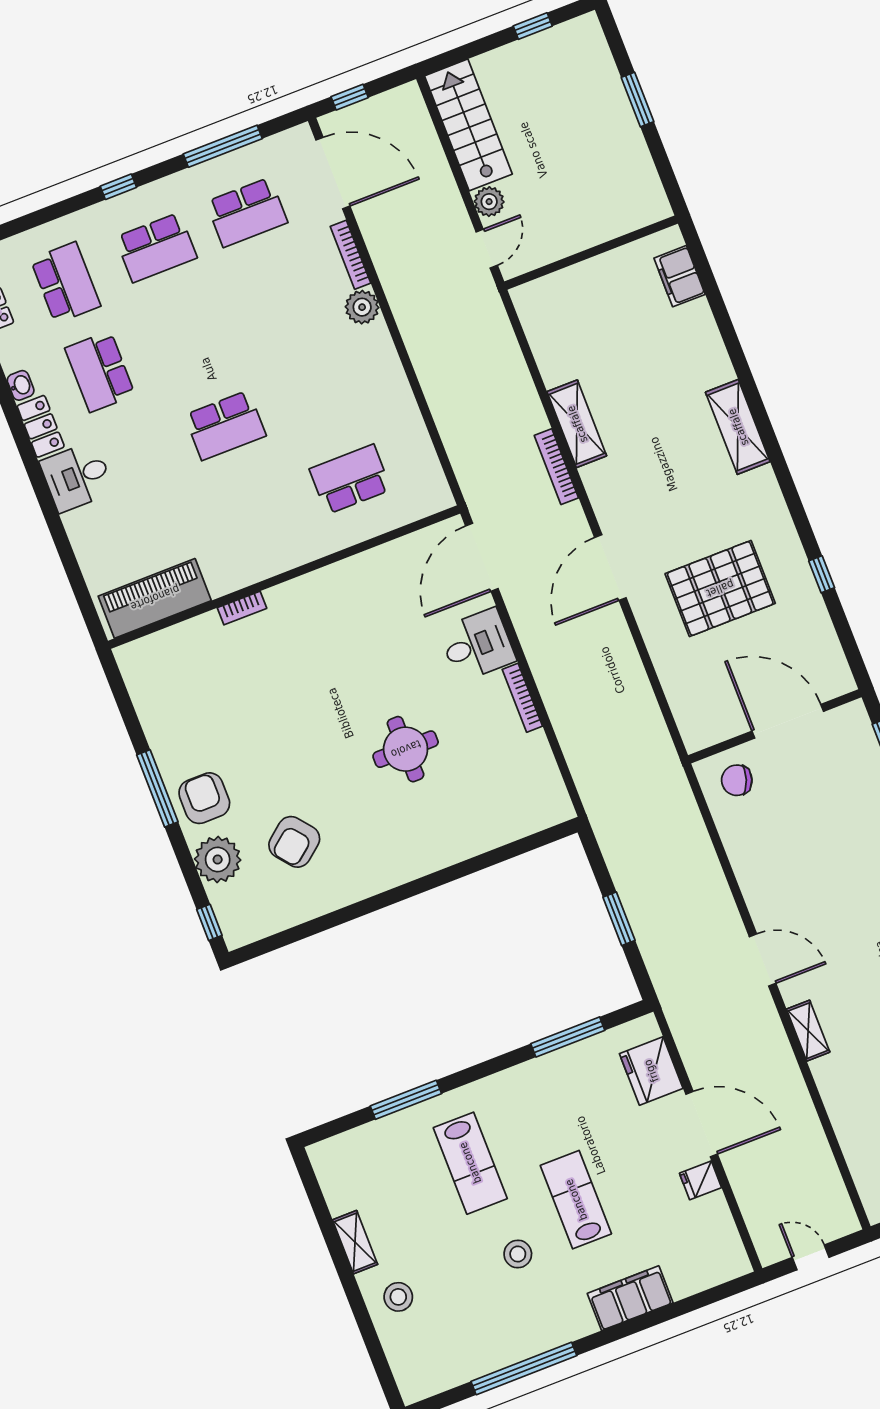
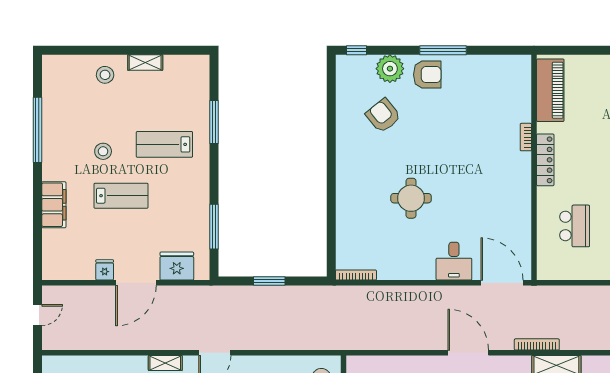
locker: (266, 564) -> (545, 160), added
bookcase: (522, 698) -> (356, 275), moved

